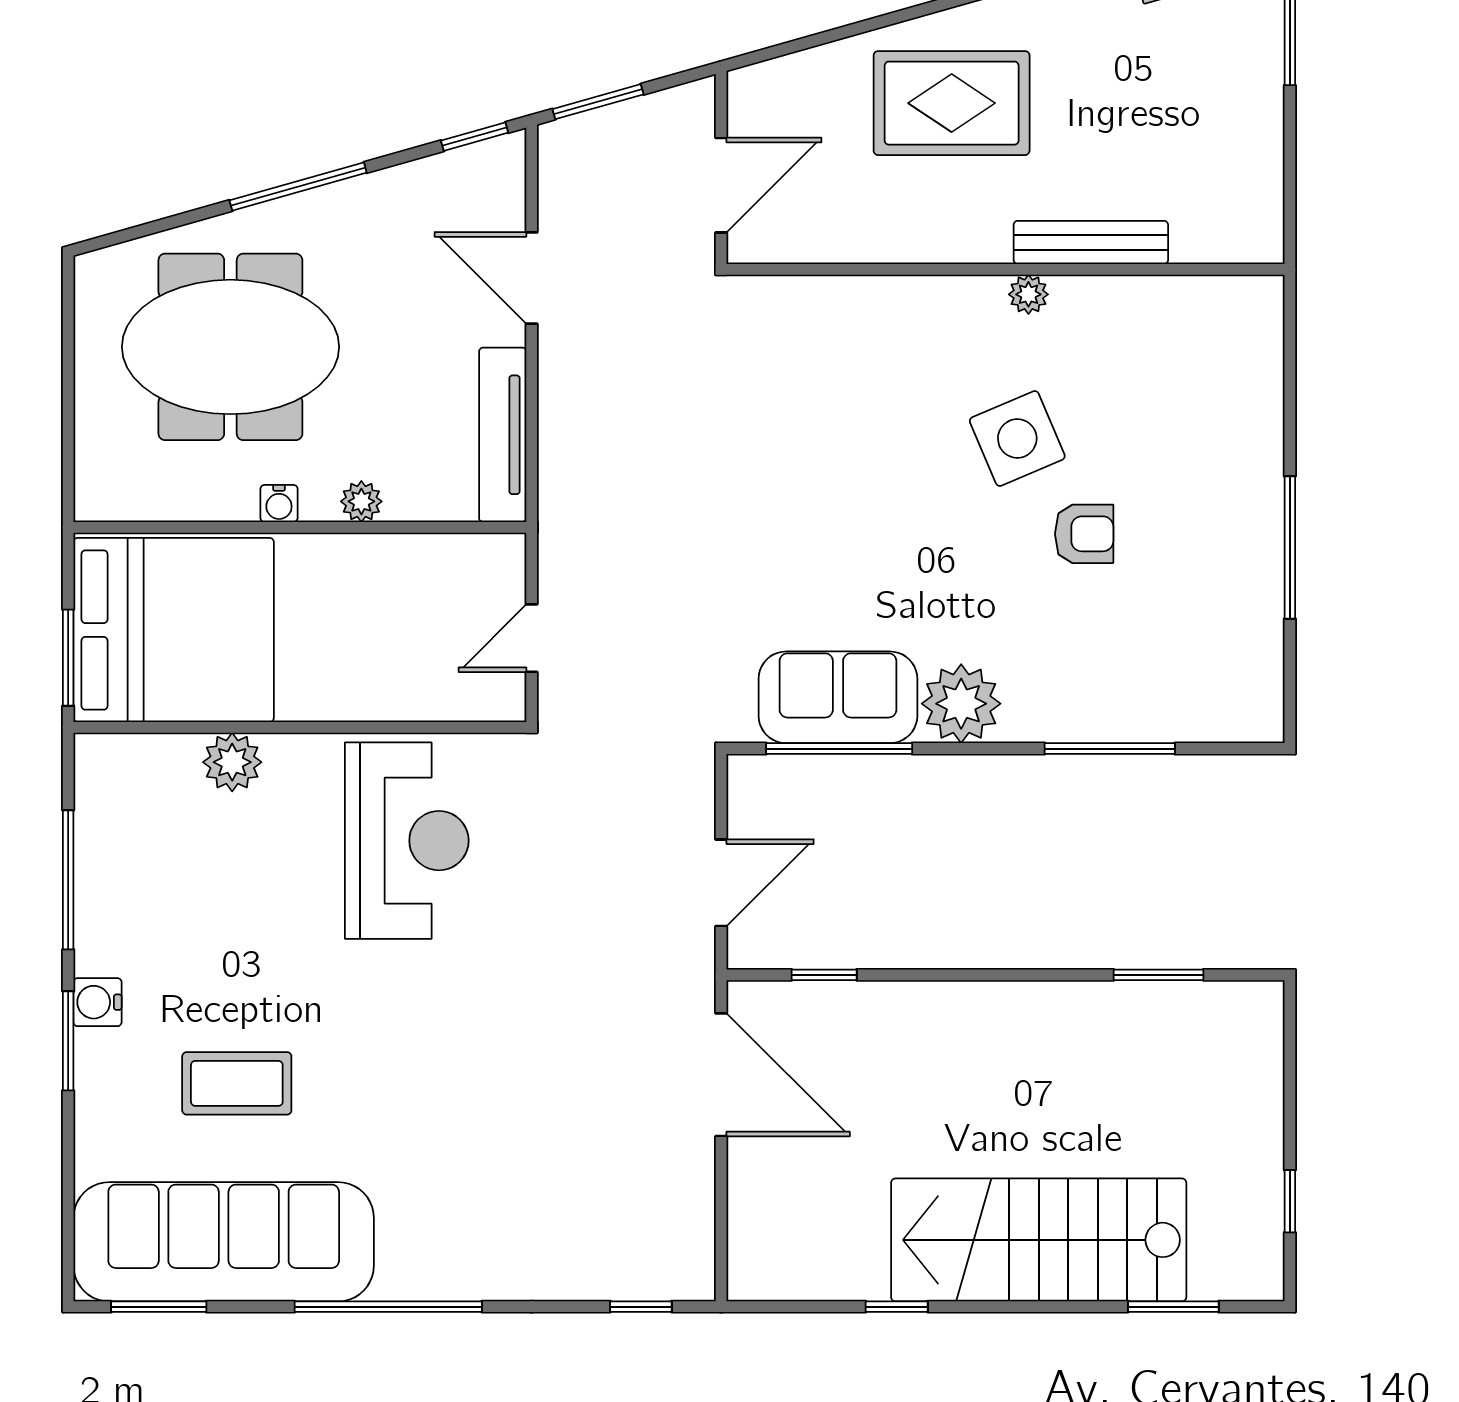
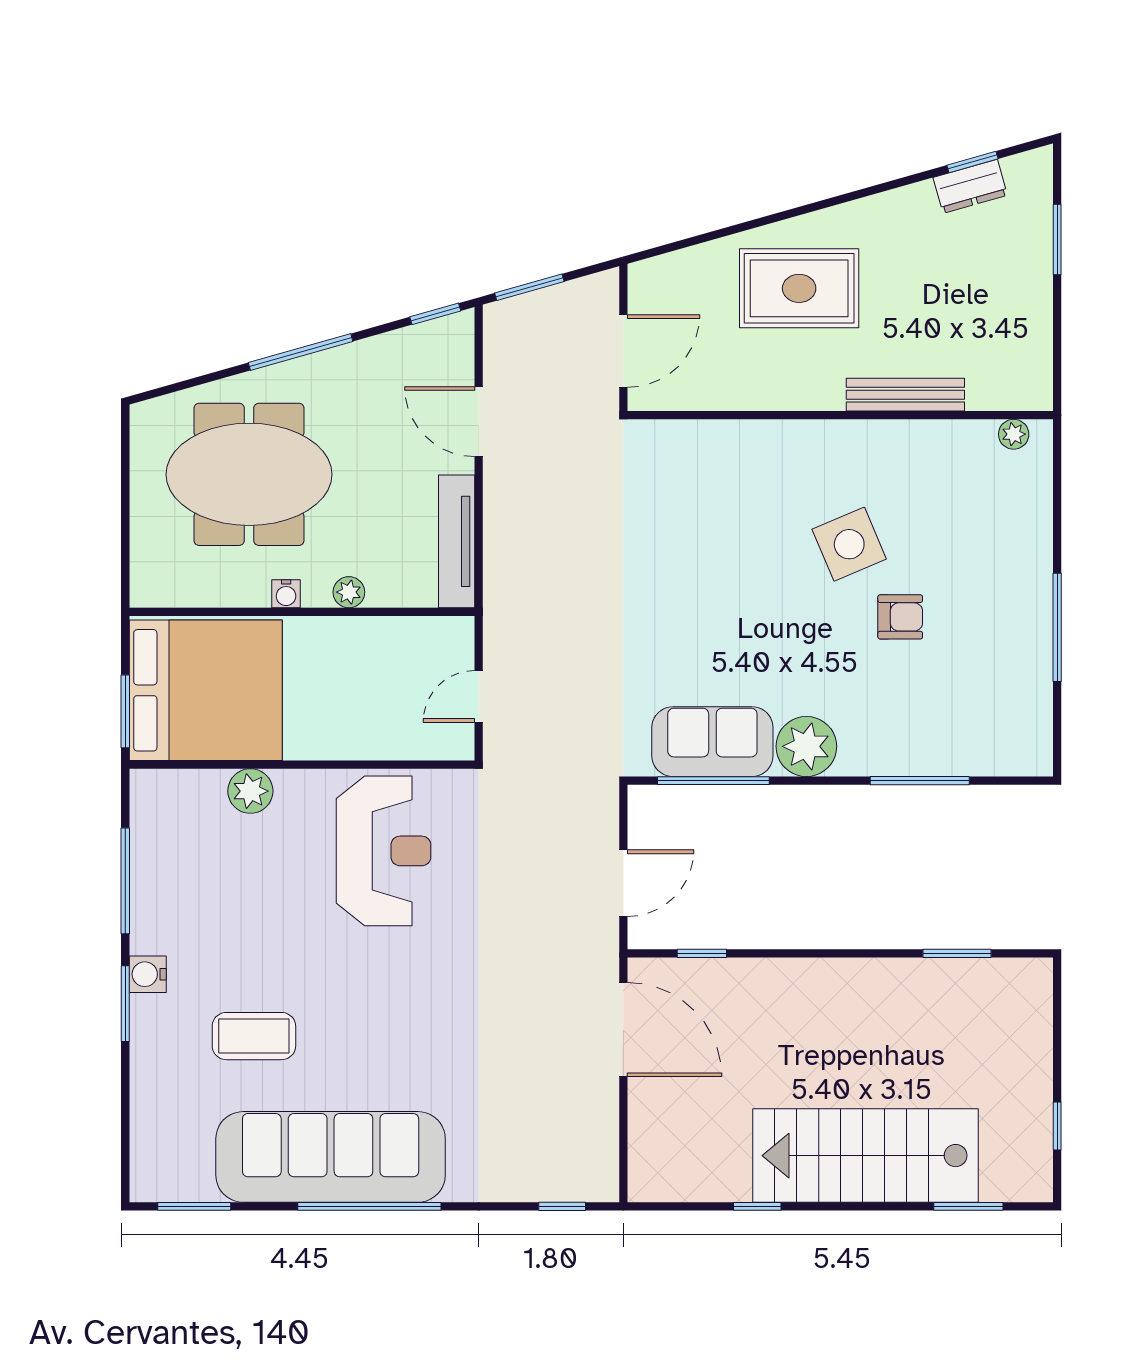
plant: (1028, 294) -> (1014, 434), moved
sofa: (224, 1242) -> (331, 1157), moved

